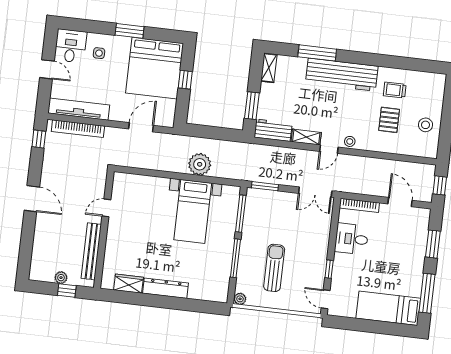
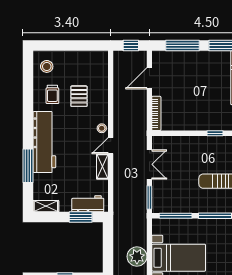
pallet: (389, 120) -> (79, 96), turned 90
stool: (426, 125) -> (47, 66), moved
workbench: (273, 130) -> (88, 204), moved, turned 90
door: (329, 149) -> (111, 146), swing flipped
double door: (315, 192) -> (149, 164), moved
desk: (352, 239) -> (186, 117), removed
window: (433, 244) -> (183, 45), width x1.44

